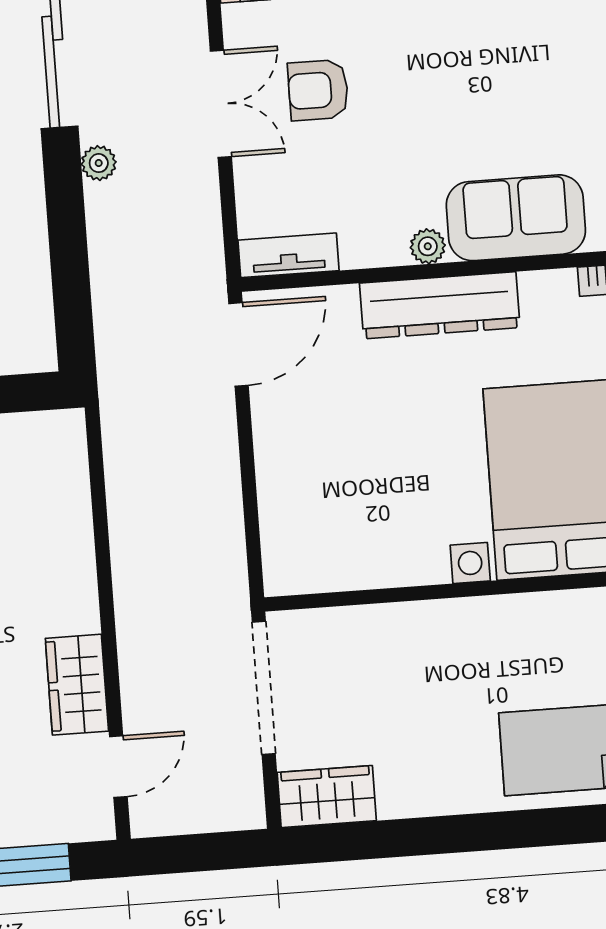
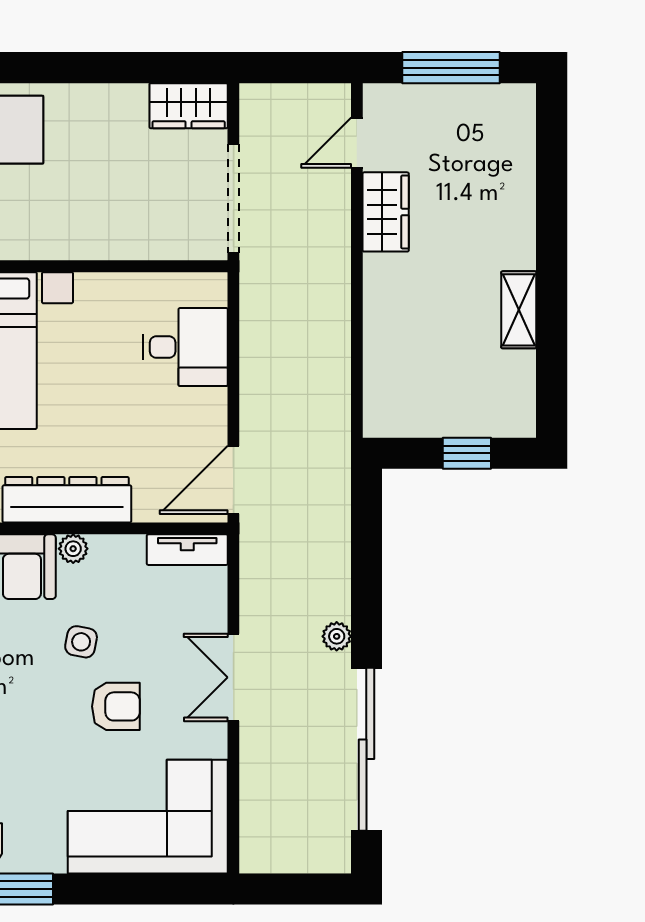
armchair: (318, 90) -> (116, 706), moved
side table: (410, 133) -> (81, 642), added
desk: (309, 502) -> (185, 347), added

